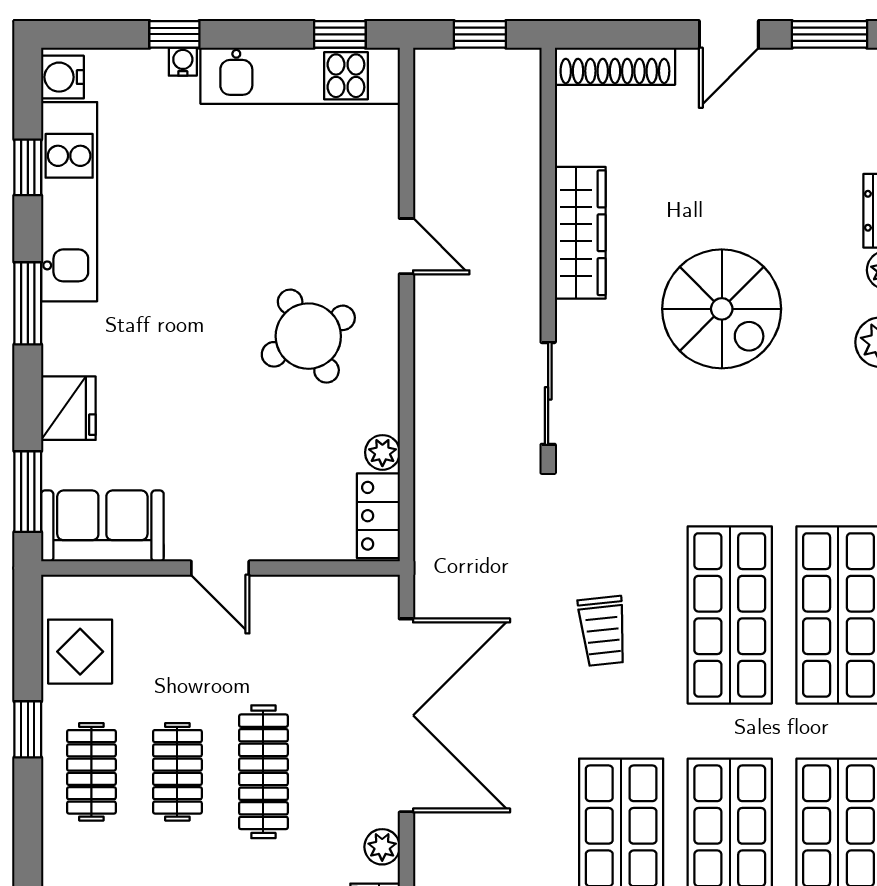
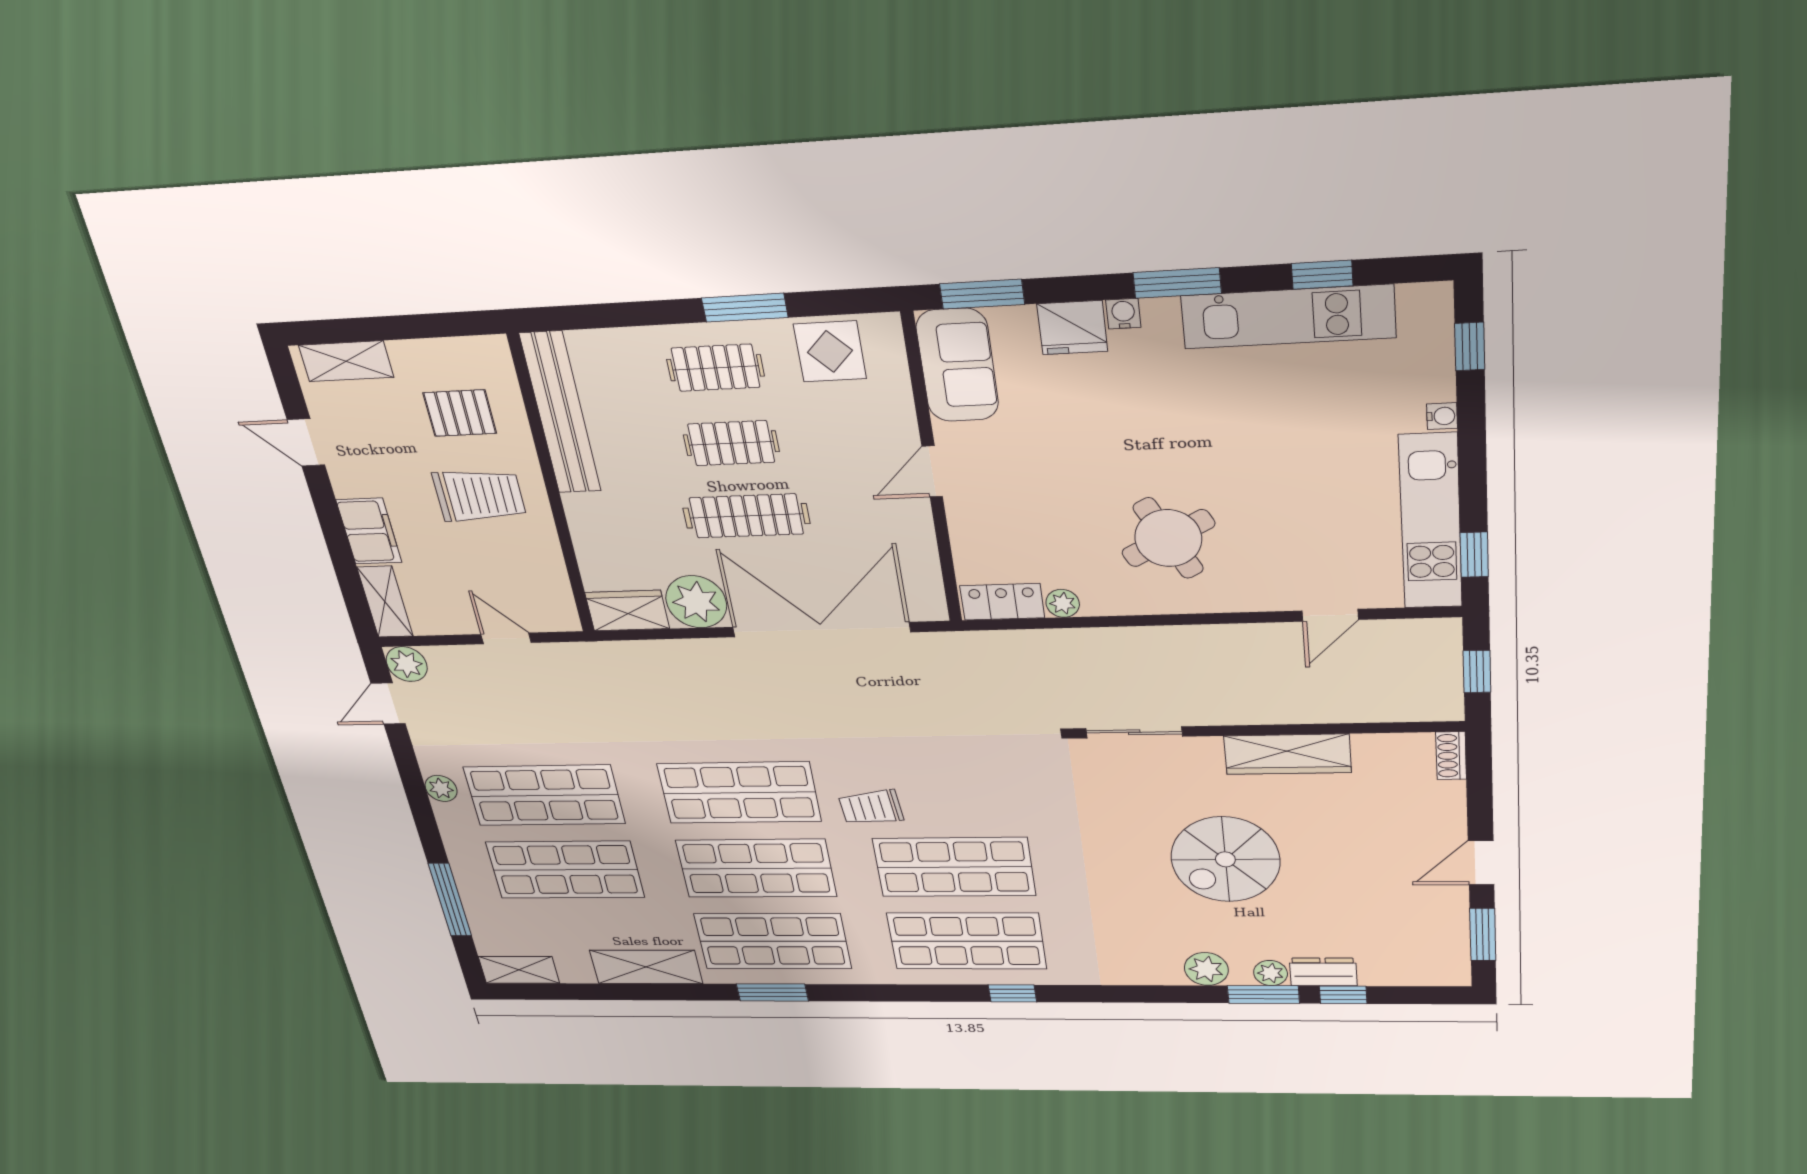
window: (174, 34) -> (1470, 346), moved
door: (729, 34) -> (1481, 863), hinge flipped
shoe rack: (615, 66) -> (1451, 756), width x0.51, depth x0.81
water cooler: (62, 77) -> (1123, 314), moved, width x0.72, depth x0.72
door: (406, 246) -> (1330, 615), moved
trolley: (603, 631) -> (871, 807), moved
double door: (406, 715) -> (821, 630), swing flipped
window: (28, 729) -> (745, 308), width x1.50
plant: (382, 847) -> (696, 602), width x1.87, depth x1.87

